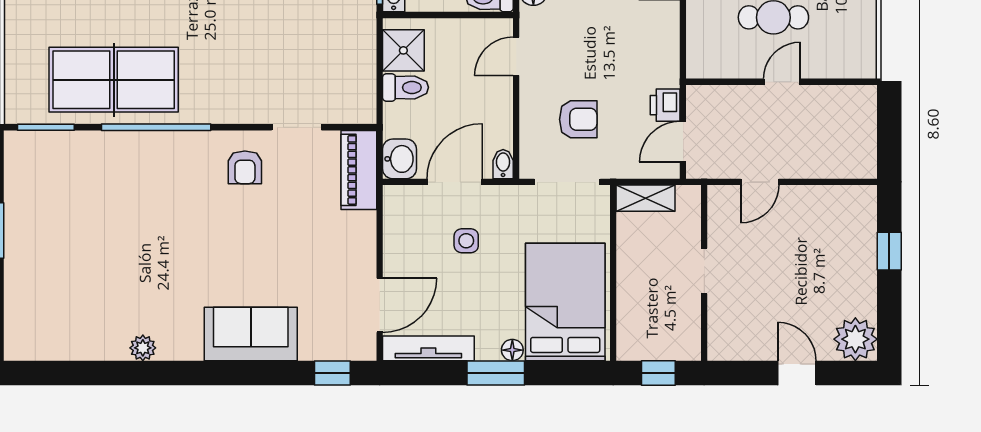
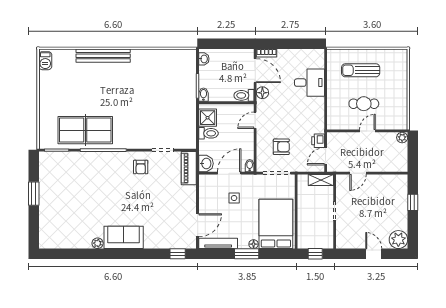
plant: (864, 98) -> (402, 138), added
shelving: (646, 198) -> (321, 180), moved
sofa: (251, 334) -> (124, 237), moved

